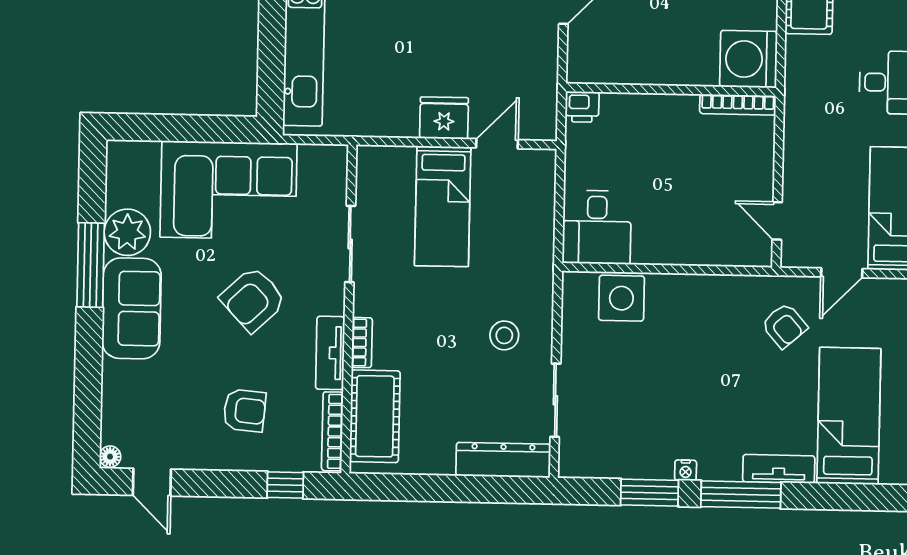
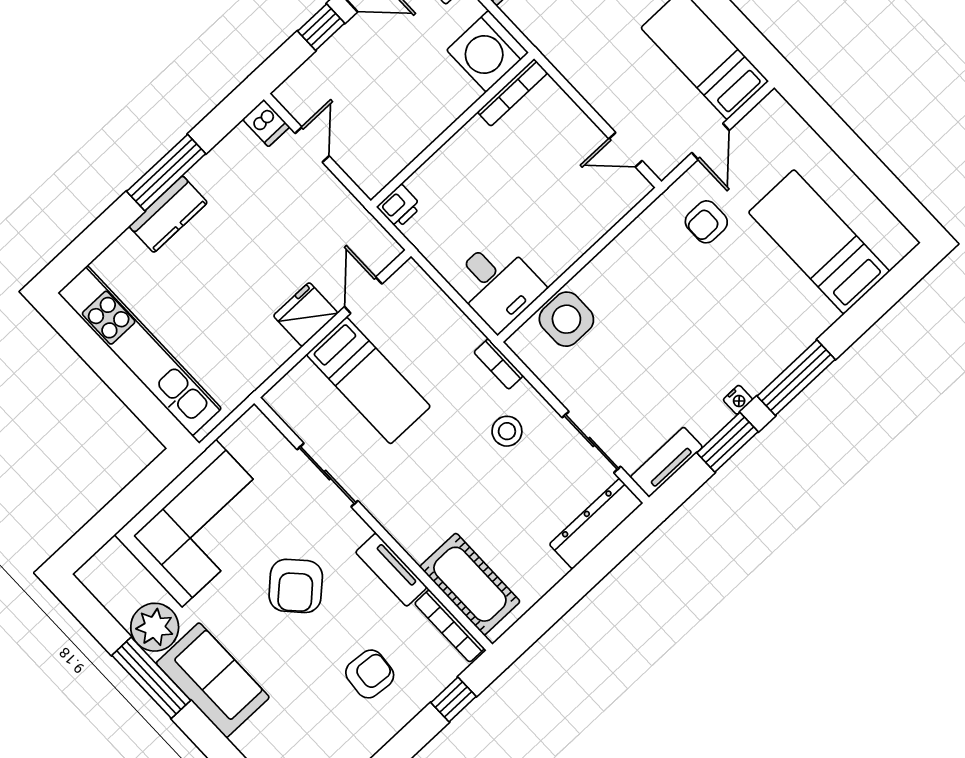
armchair: (784, 326) -> (706, 222), turned 131
bookcase: (362, 343) -> (499, 364), moved, turned 180
tv unit: (779, 469) -> (666, 462), moved

